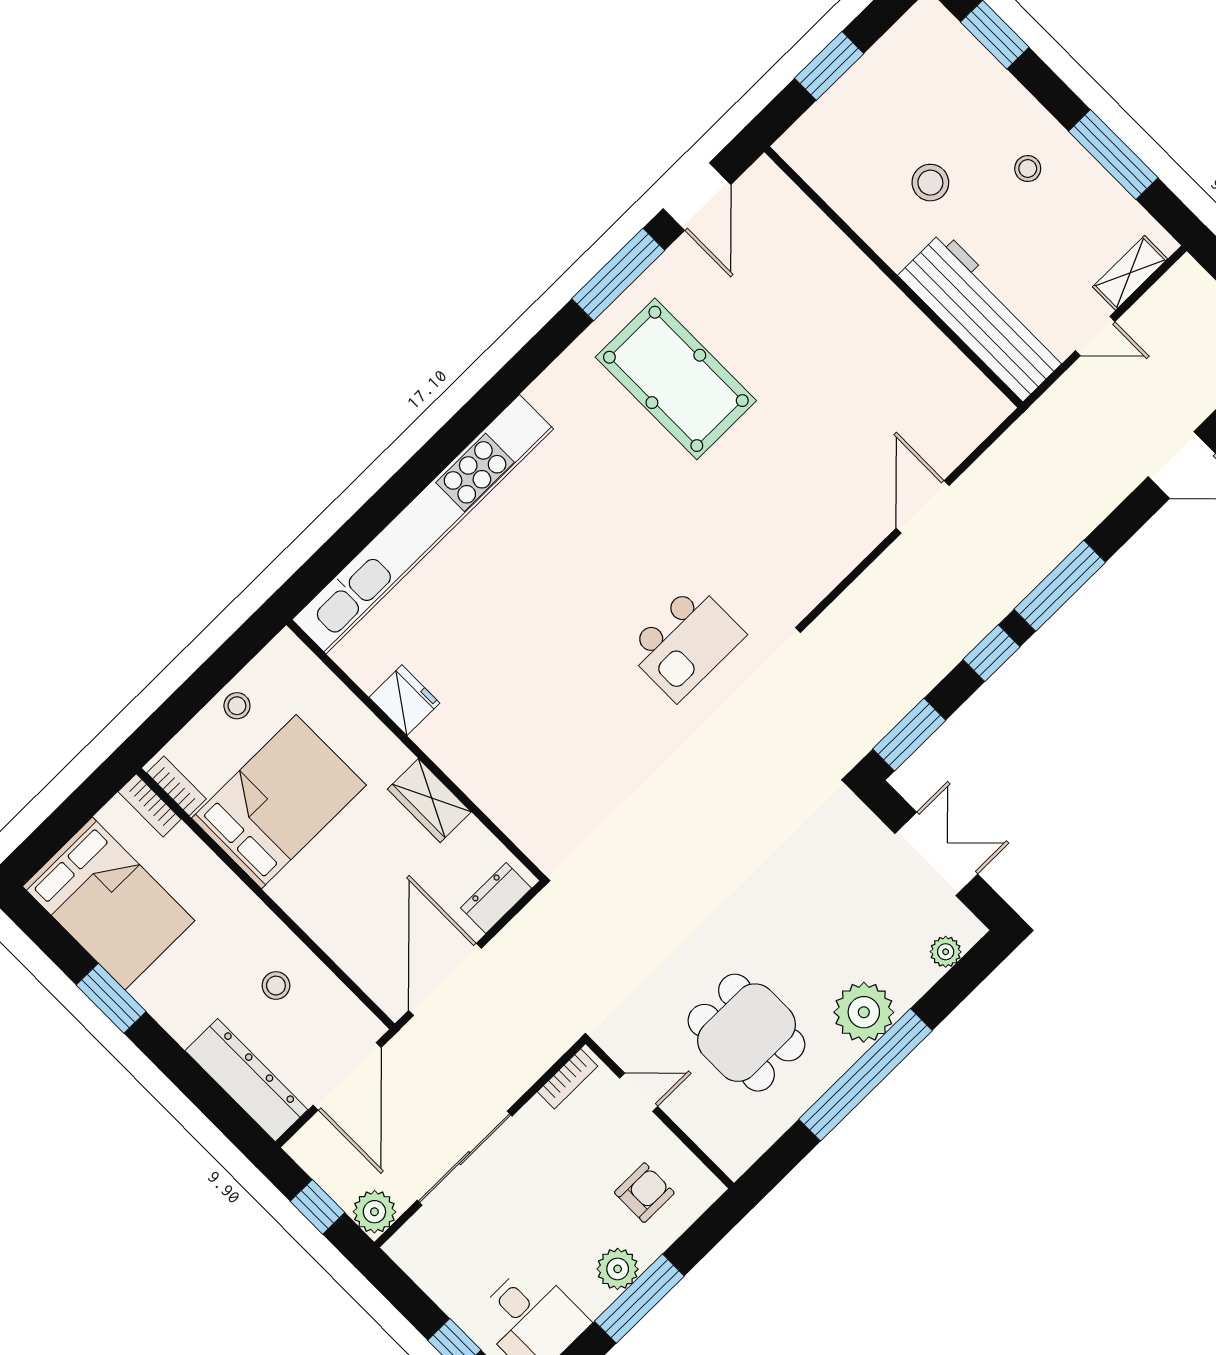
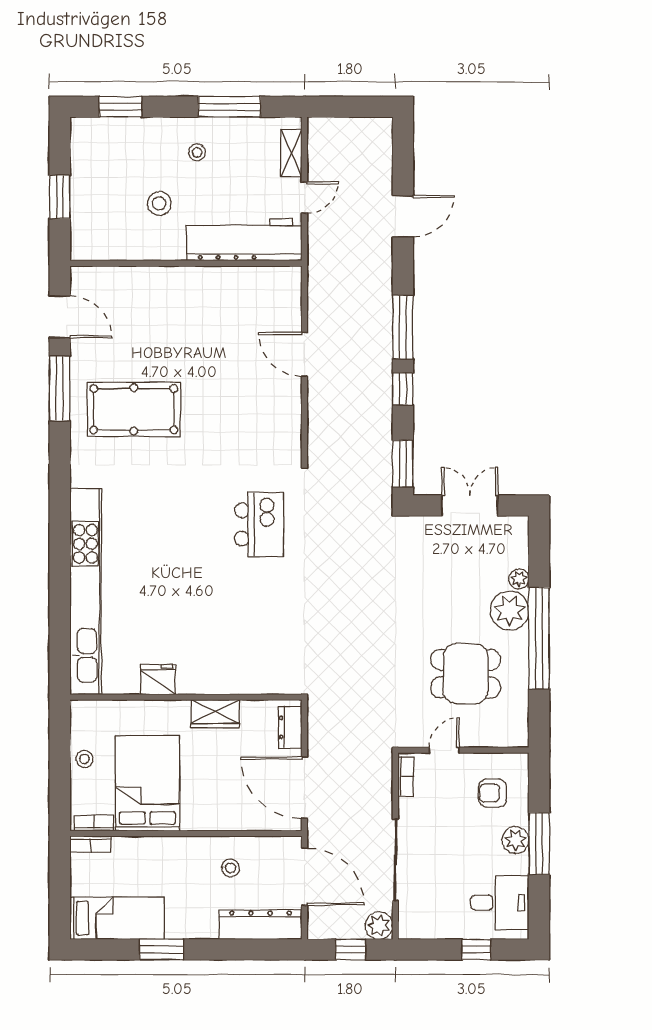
bed: (109, 903) -> (117, 918), width x0.67
plant: (946, 952) -> (519, 579), moved
armchair: (644, 1193) -> (493, 793), turned -90

